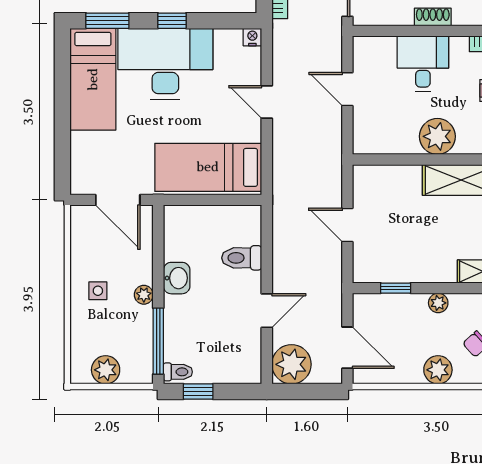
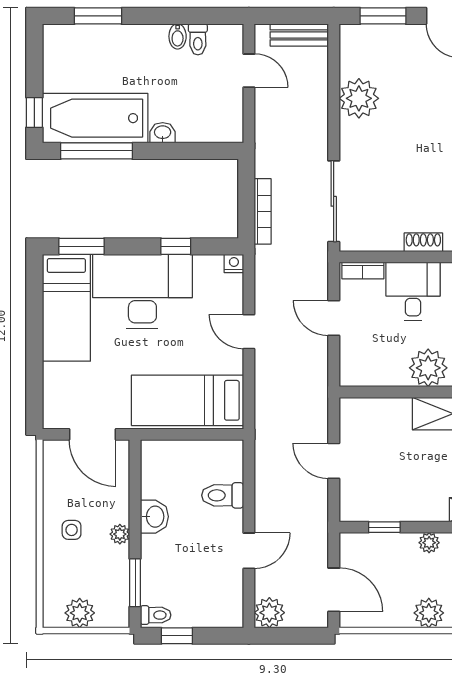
window: (172, 21) -> (176, 246), moved
bookcase: (375, 44) -> (363, 271), added
window: (158, 341) -> (135, 583), width x0.69
plant: (291, 364) -> (269, 613), width x0.73, depth x0.73

